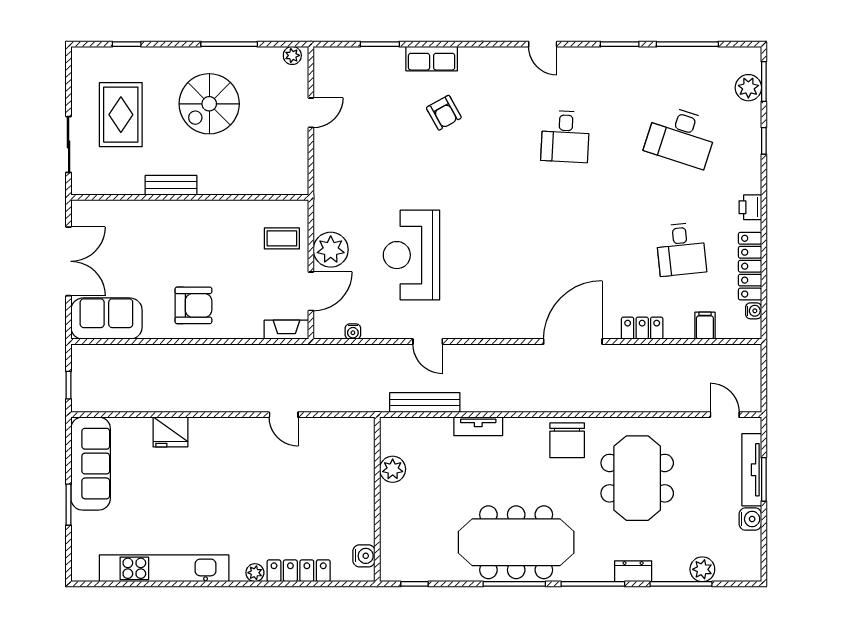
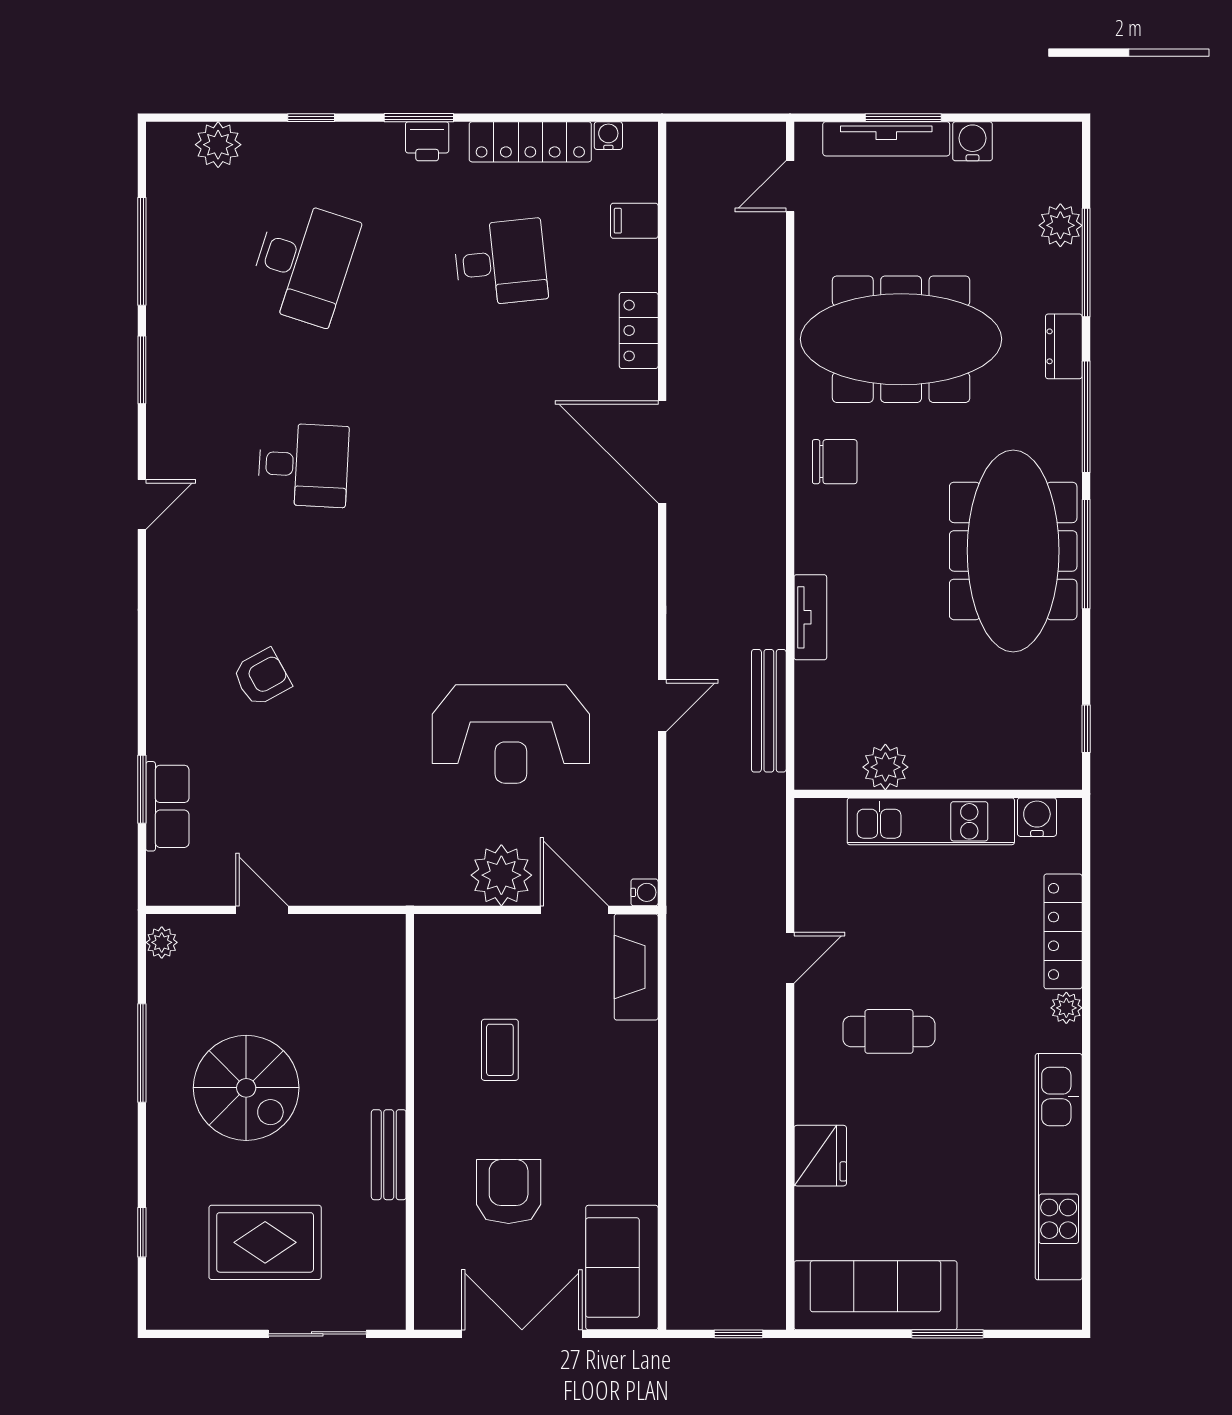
row of seats: (432, 59) -> (167, 806), moved
window: (764, 81) -> (419, 118), moved
coffee table: (282, 238) -> (500, 1050), moved
armchair: (193, 305) -> (509, 1192), moved
fireplace: (286, 330) -> (636, 967), width x1.37, depth x1.32
water cooler: (353, 331) -> (645, 892), moved
chair: (567, 440) -> (835, 462), width x0.73, depth x0.73
cafe table: (241, 471) -> (889, 1031), added
meeting table: (637, 478) -> (901, 339), width x1.36
kitchen unit: (362, 495) -> (931, 821), added

